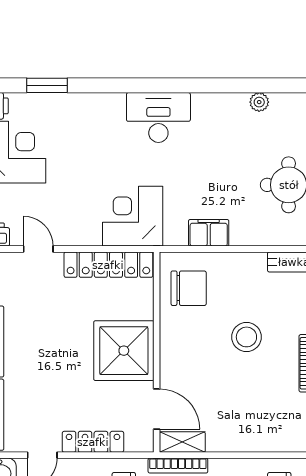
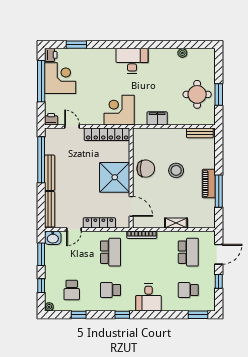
chair: (189, 288) -> (146, 169), moved
shelving: (182, 442) -> (176, 223), moved

